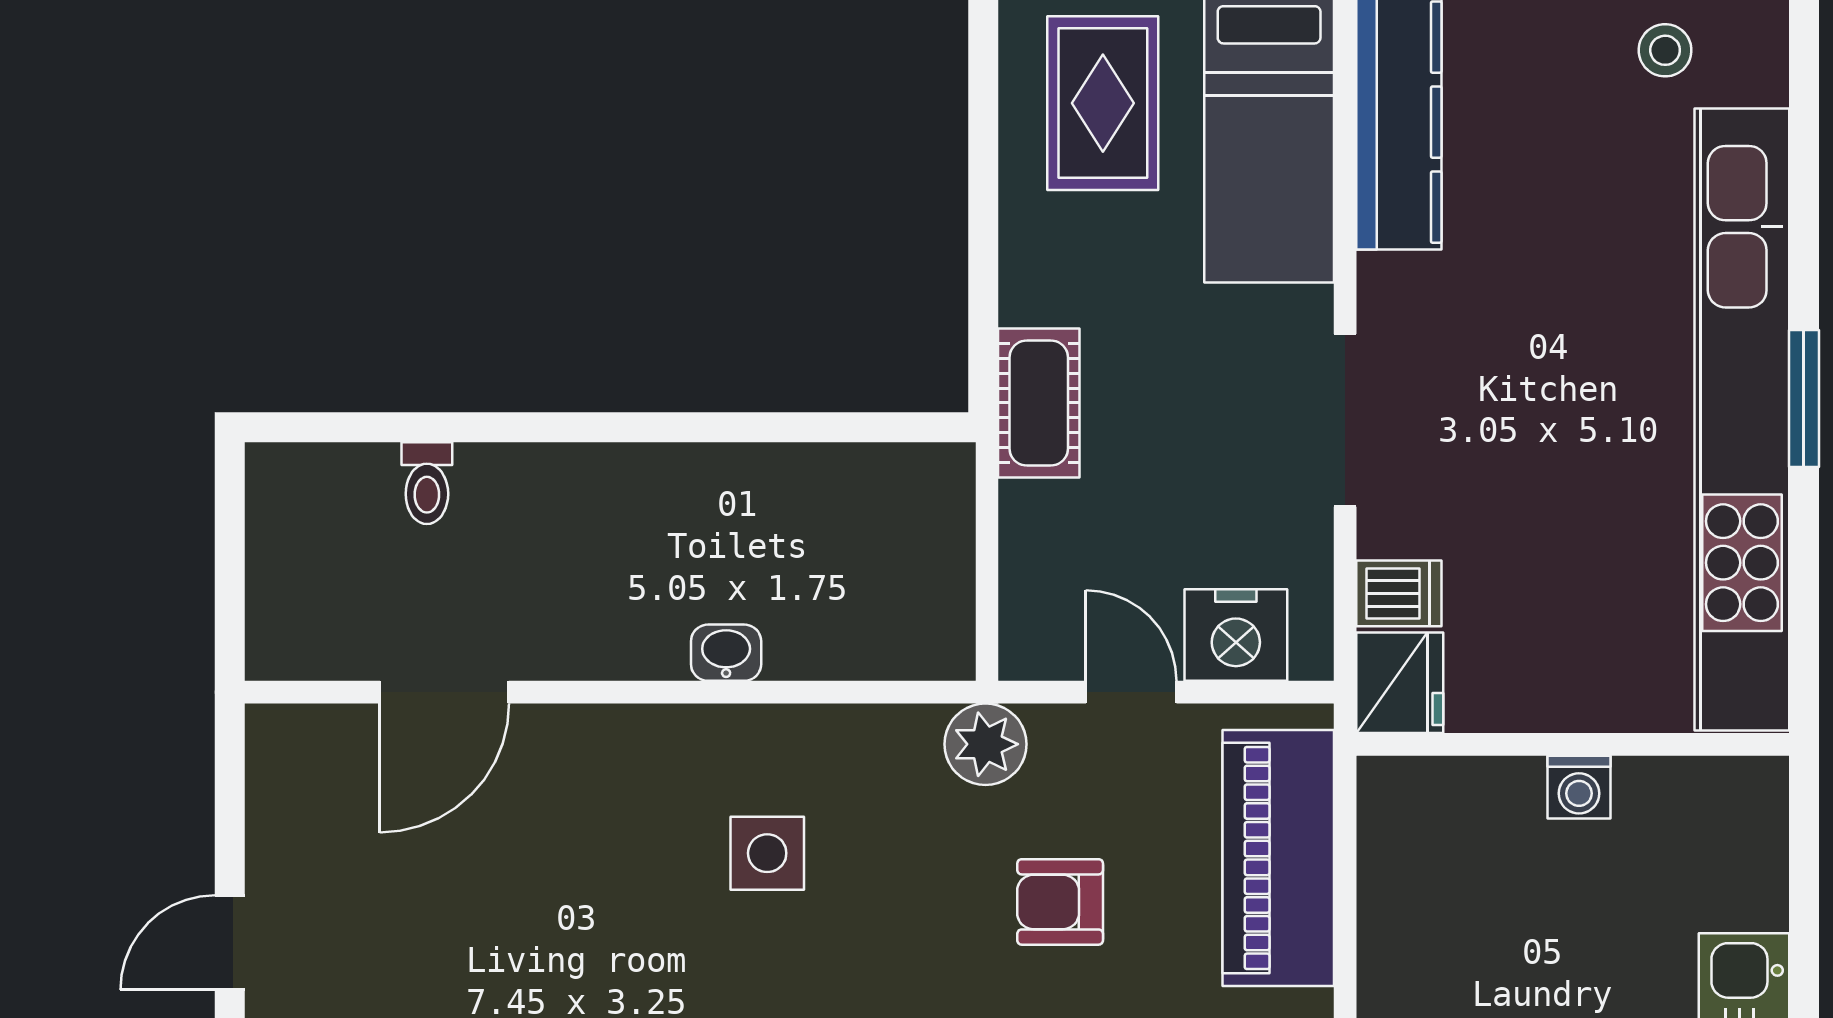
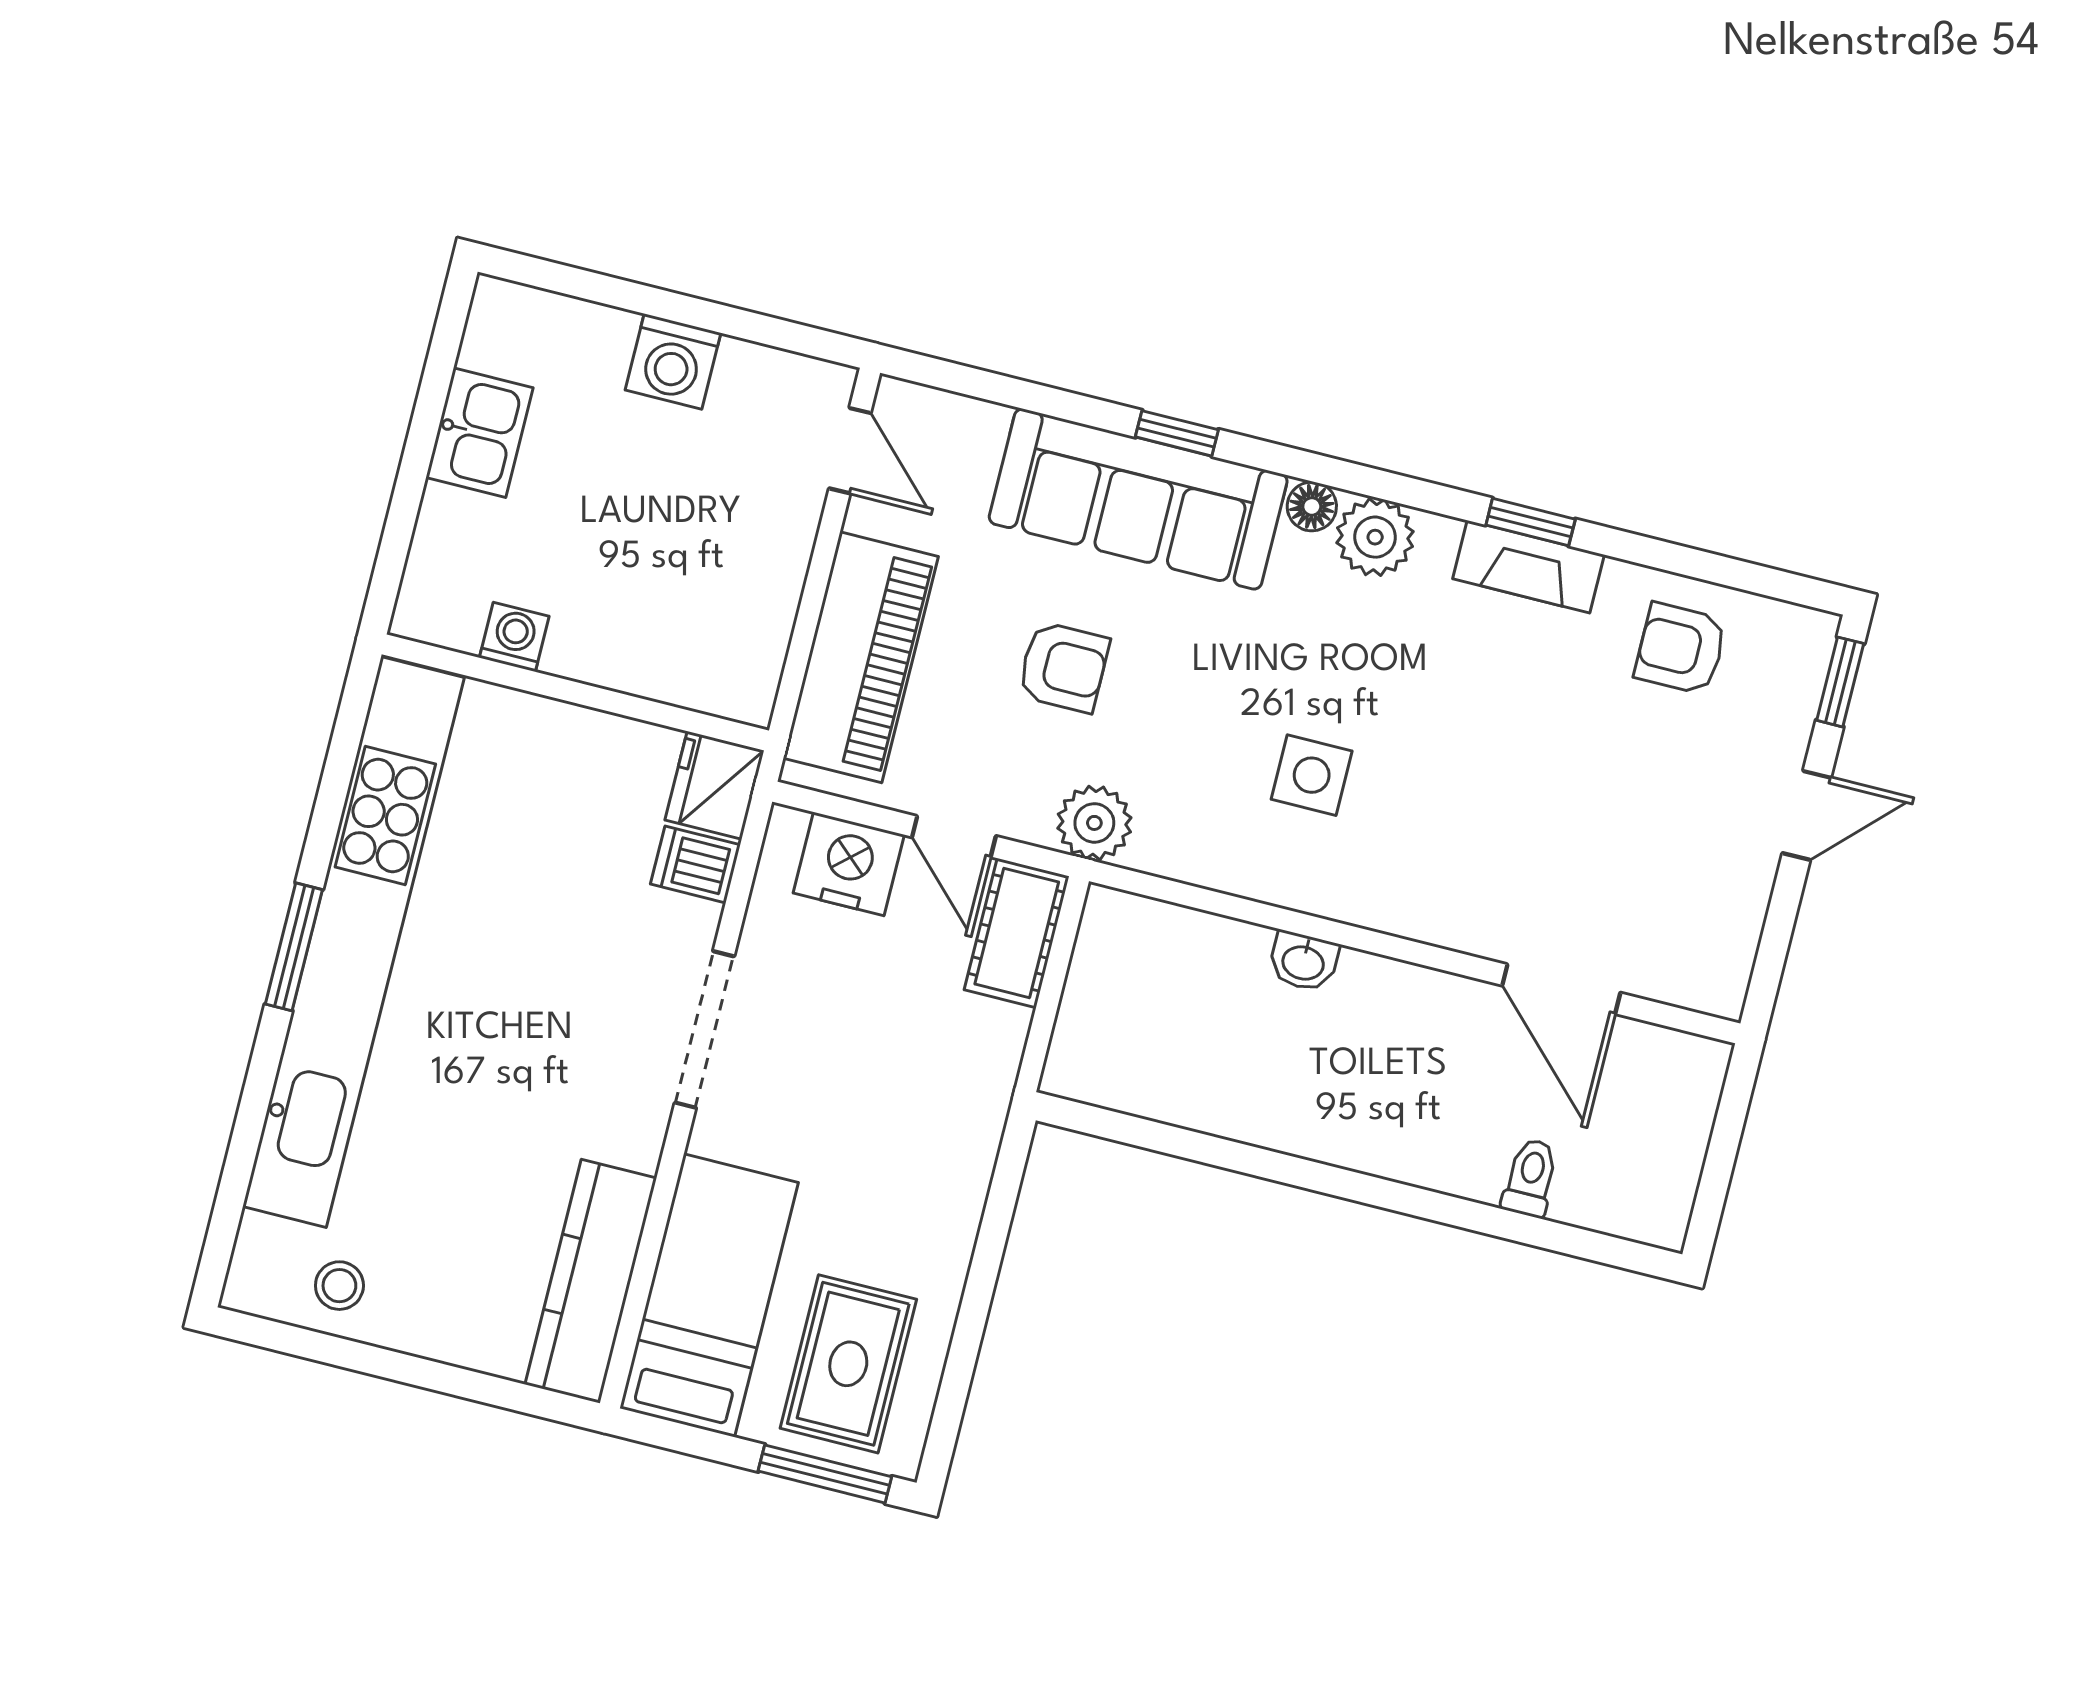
cot: (1039, 403) -> (1017, 933), moved
door: (444, 692) -> (1561, 989), swing flipped
washing machine: (1579, 787) -> (514, 637), moved

